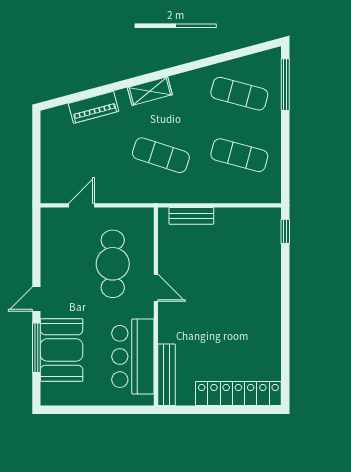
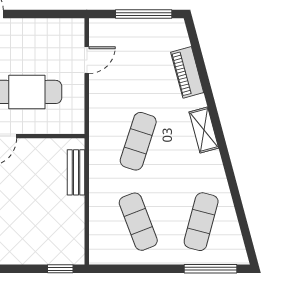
window: (36, 150) -> (144, 14), added
exercise mat: (239, 155) -> (138, 222), turned -36
door: (82, 205) -> (87, 60), hinge flipped

